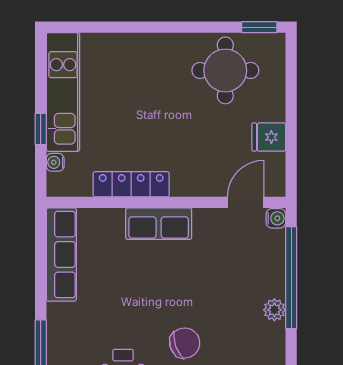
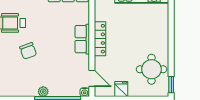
locker: (131, 184) -> (100, 39), moved

